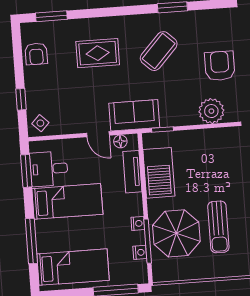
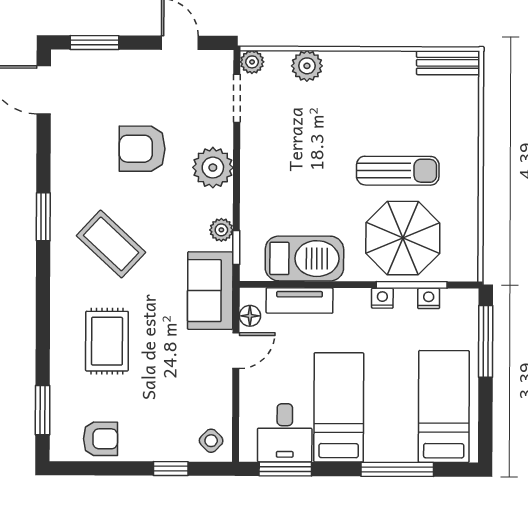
plant: (173, 119) -> (221, 230), added

